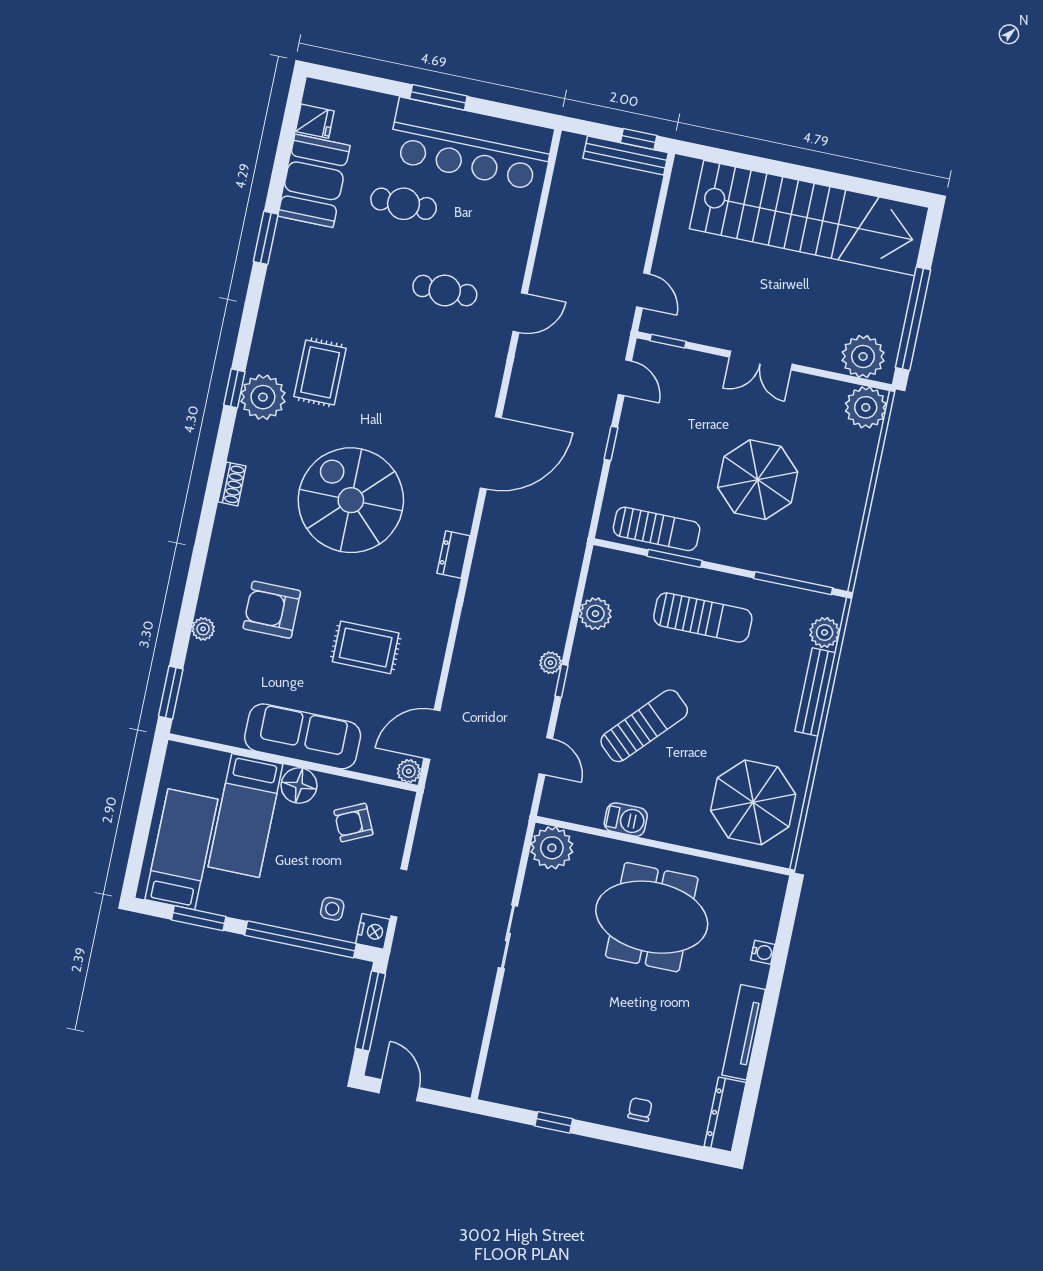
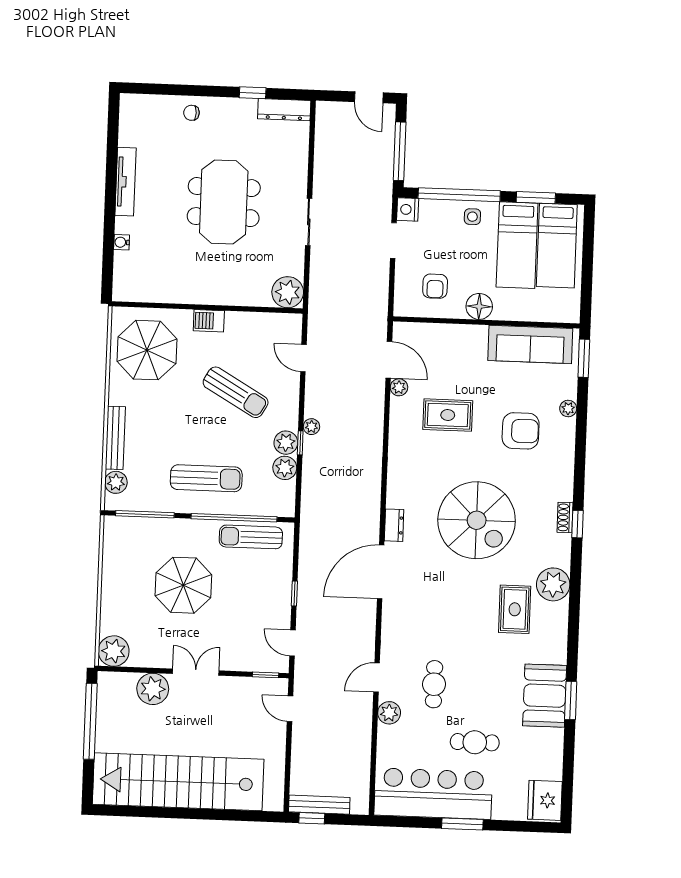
fridge: (315, 121) -> (545, 800), width x1.88, depth x1.34
booth: (314, 181) -> (545, 696), moved
plant: (511, 262) -> (389, 713), added
cafe table: (445, 291) -> (434, 684), turned 90
plant: (863, 356) -> (153, 689), moved
window: (234, 388) -> (577, 524), moved
dresser: (453, 554) -> (394, 525), moved
window: (675, 558) -> (234, 518), width x2.11
sun lounger: (703, 617) -> (206, 478), turned 180
plant: (588, 647) -> (286, 443), added
window: (561, 681) -> (300, 443), moved
sun lounger: (644, 726) -> (236, 392), turned -103
door: (432, 735) -> (389, 360), hinge flipped
sofa: (303, 736) -> (530, 344), moved
plant: (409, 771) -> (399, 387), moved
bed: (246, 815) -> (517, 245), moved, turned 180
barbecue: (626, 820) -> (209, 321), moved
armchair: (353, 823) -> (435, 286), turned 115
side table: (332, 909) -> (472, 217), moved
meeting table: (652, 917) -> (224, 202), moved, turned 90
chair: (640, 1110) -> (191, 113), turned 90
dresser: (725, 1114) -> (284, 110), moved, turned 90

